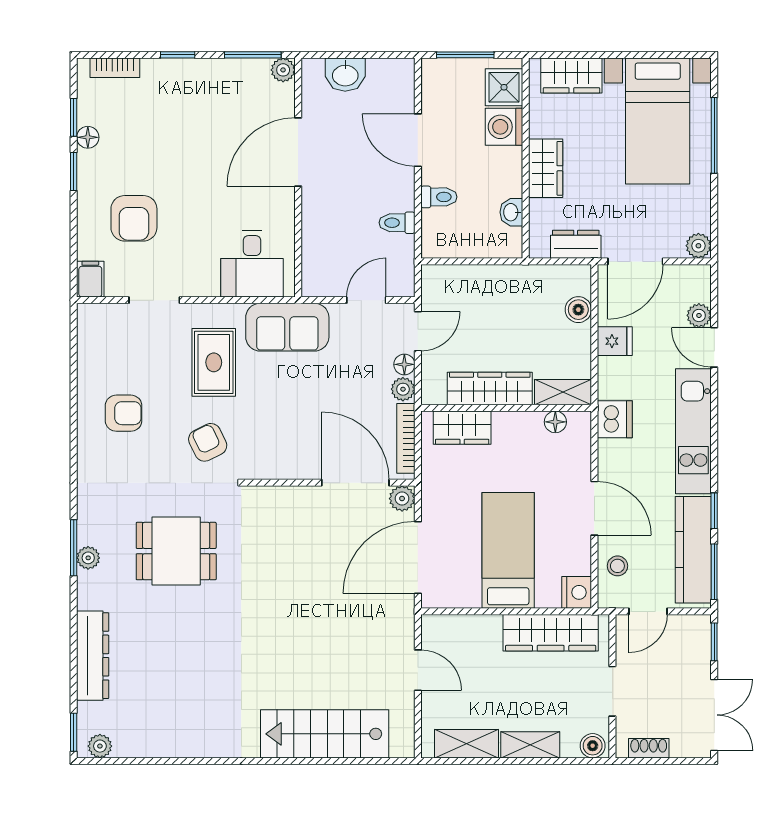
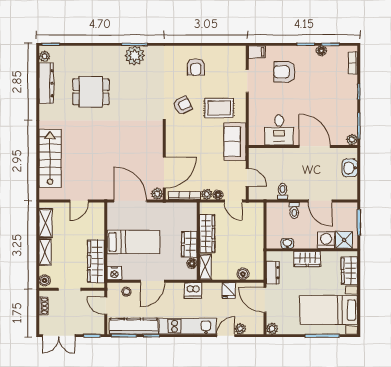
door: (418, 140) -> (320, 201), swing flipped
desk: (252, 264) -> (279, 130), moved, turned -90
wardrobe: (462, 428) -> (189, 244), moved
dining table: (176, 551) -> (91, 92), moved, turned 90
plant: (88, 558) -> (135, 56), width x1.87, depth x1.87
dresser: (93, 656) -> (46, 83), moved, turned -90

